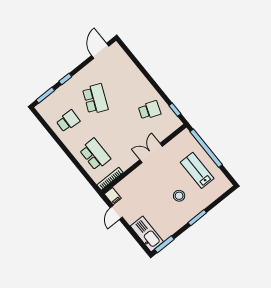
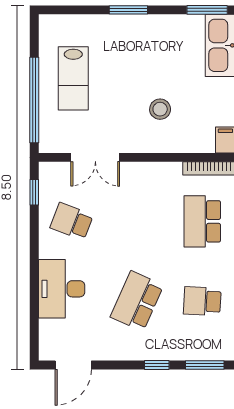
desk: (131, 79) -> (62, 289), added
double door: (151, 153) -> (95, 157), moved
stool: (179, 196) -> (160, 109), moved

